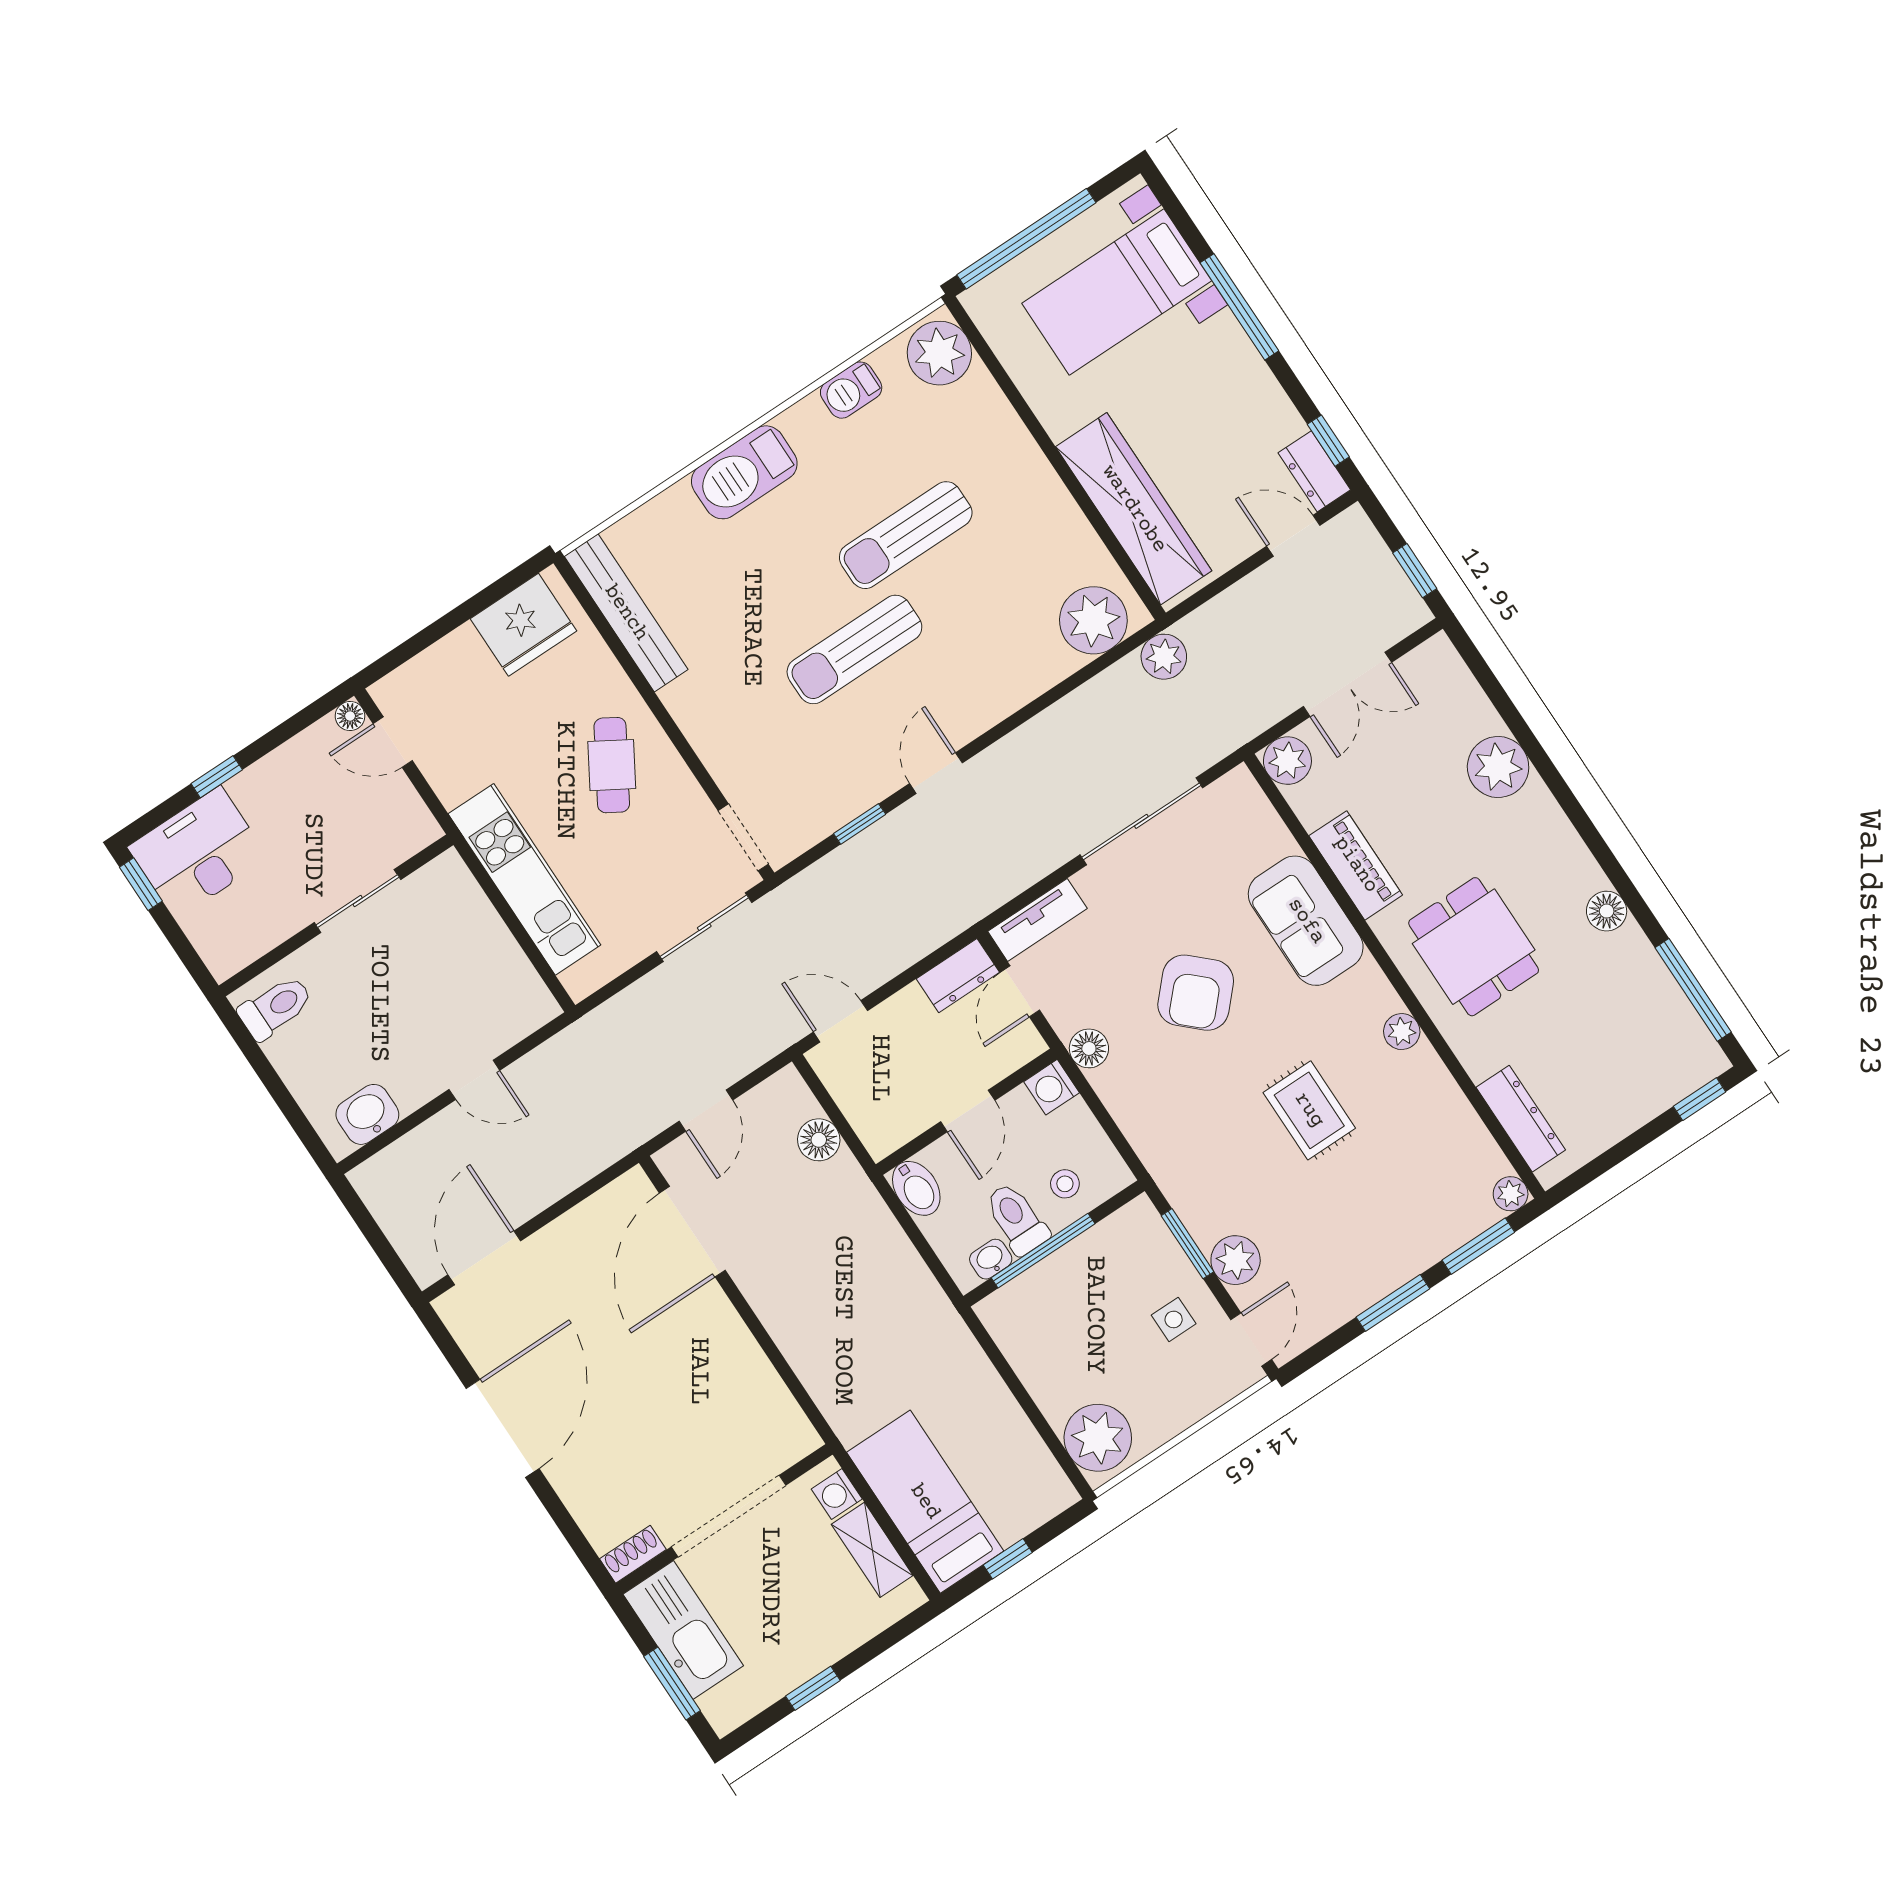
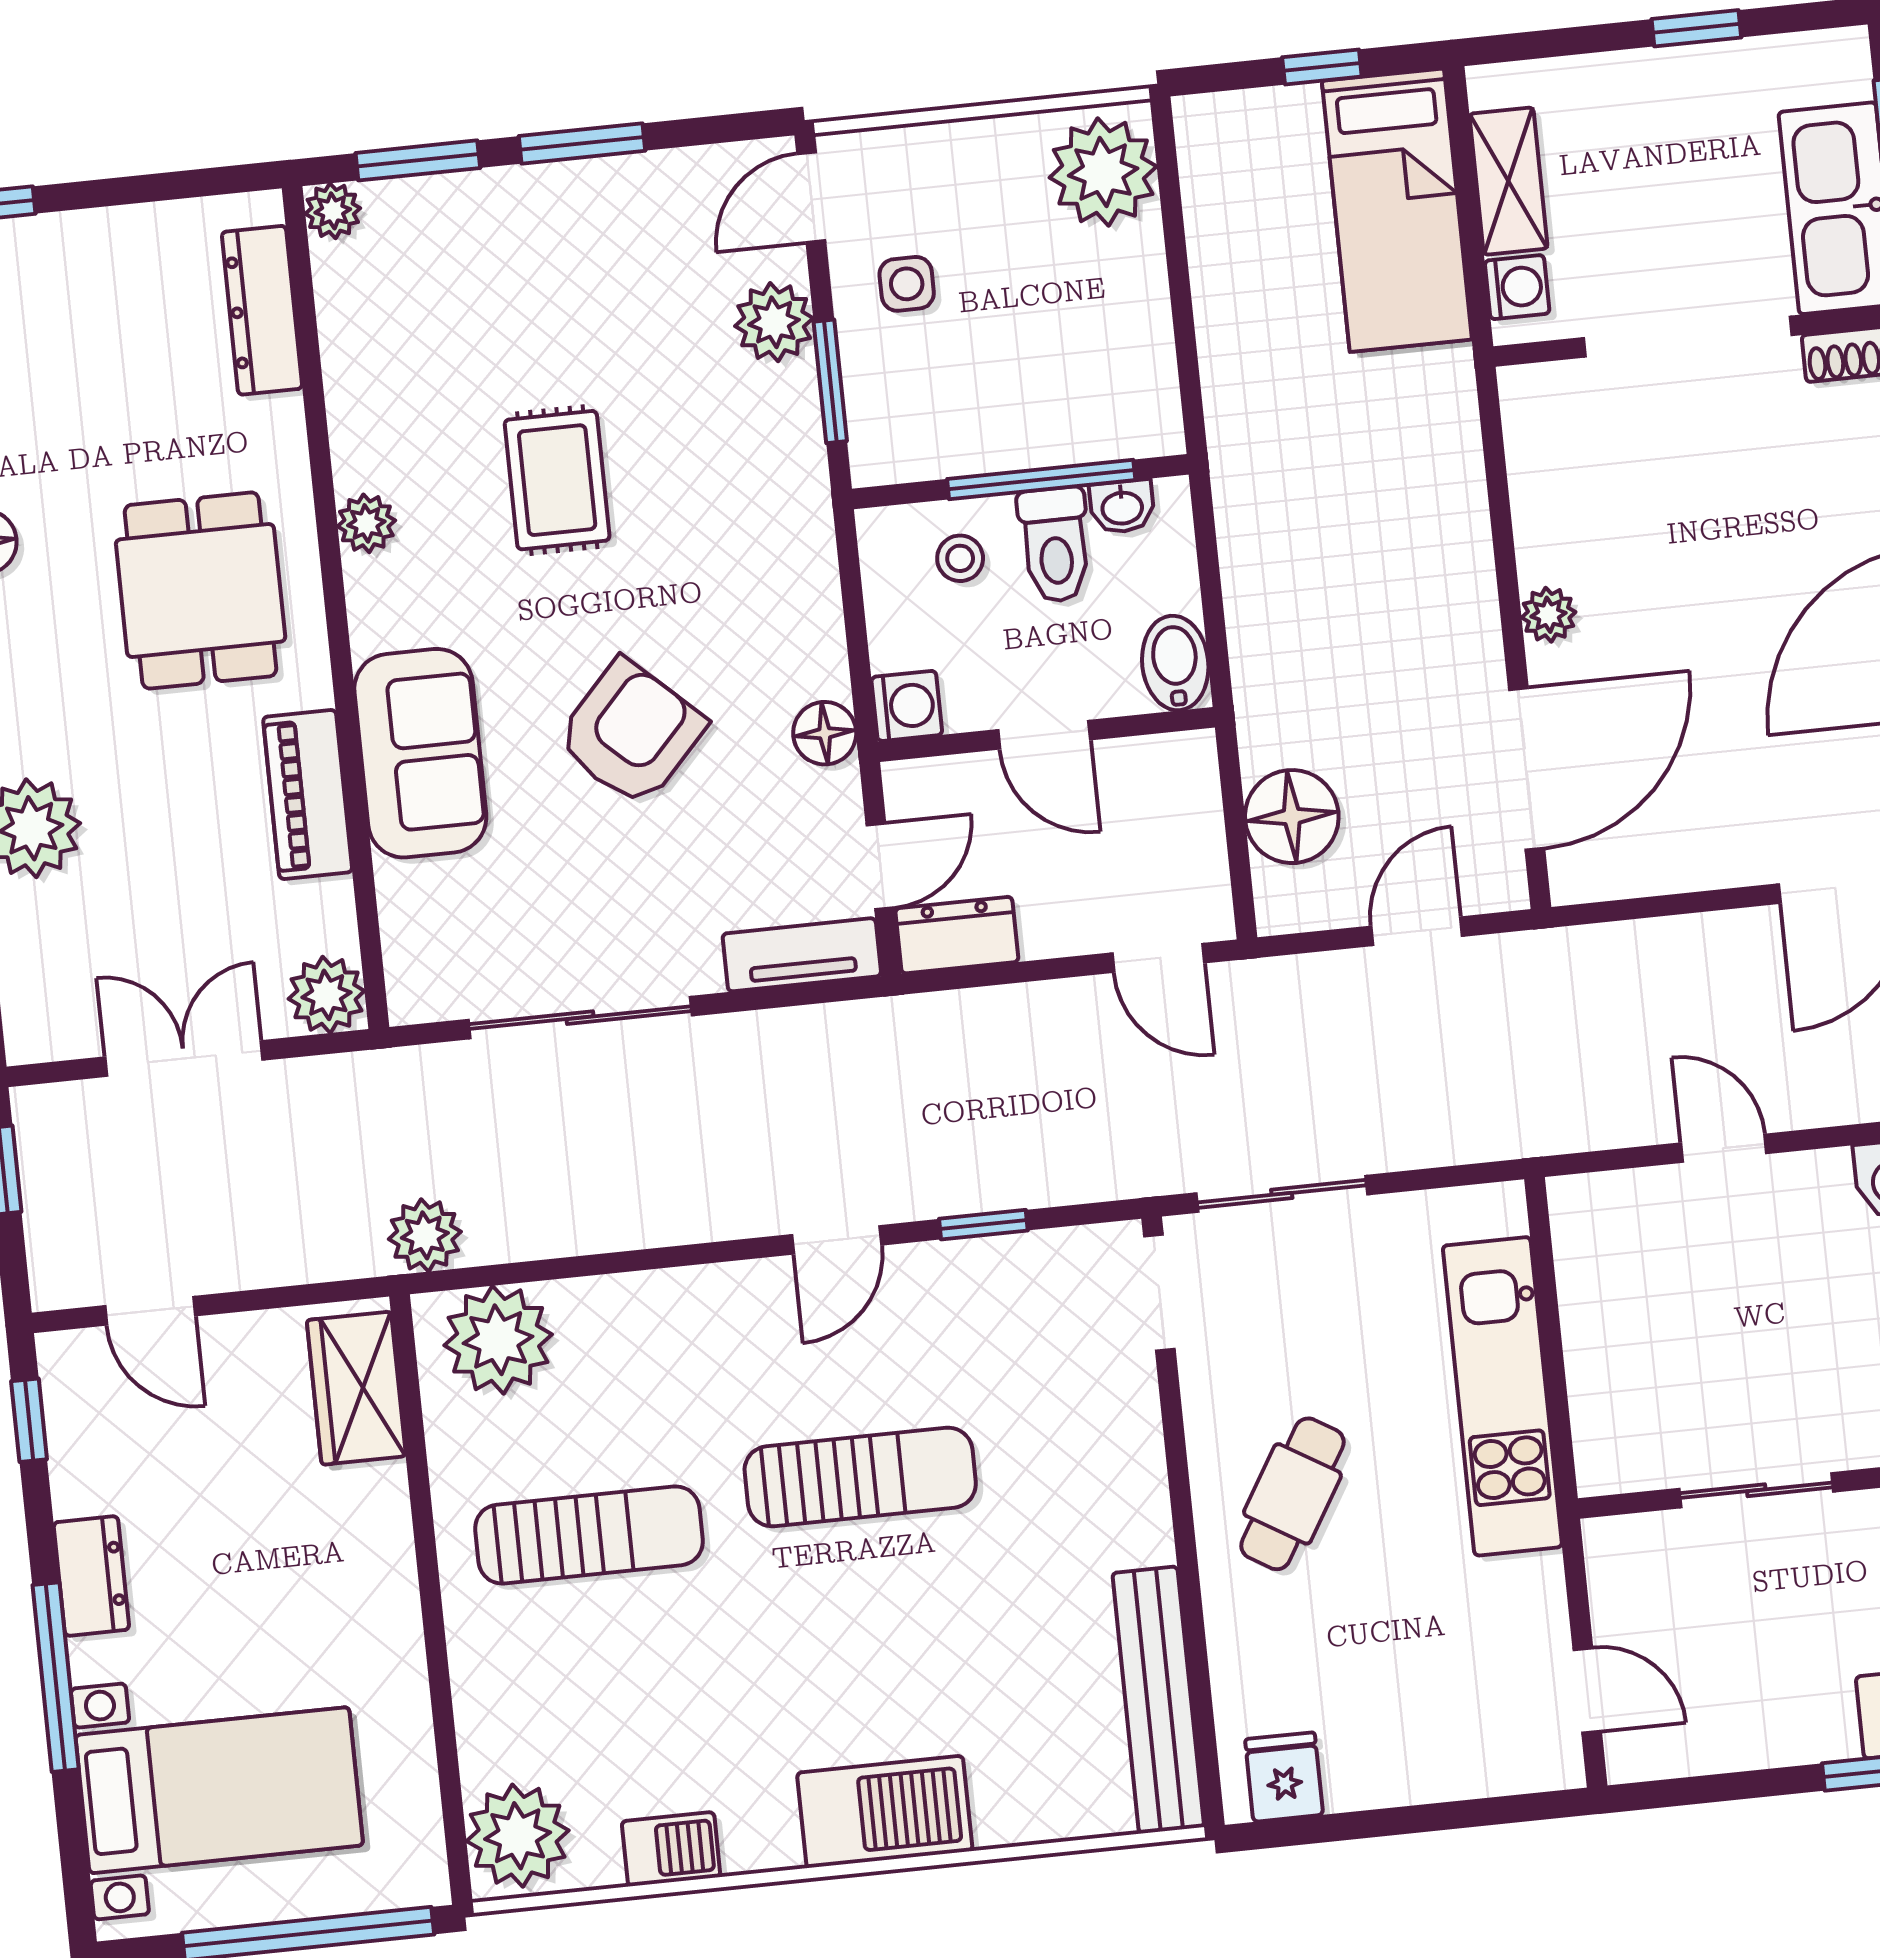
dresser: (1314, 471) -> (91, 1576), moved
wardrobe: (1134, 509) -> (356, 1388), width x0.48, depth x0.85
sun lounger: (906, 535) -> (589, 1535), moved
fridge: (523, 625) -> (1284, 1777), width x0.53, depth x0.75
floor lamp: (350, 716) -> (1629, 1759), removed
door: (968, 1111) -> (1044, 735), swing flipped
floor lamp: (819, 1140) -> (1292, 817), width x1.38, depth x1.38
plant: (725, 1323) -> (1549, 615), added

